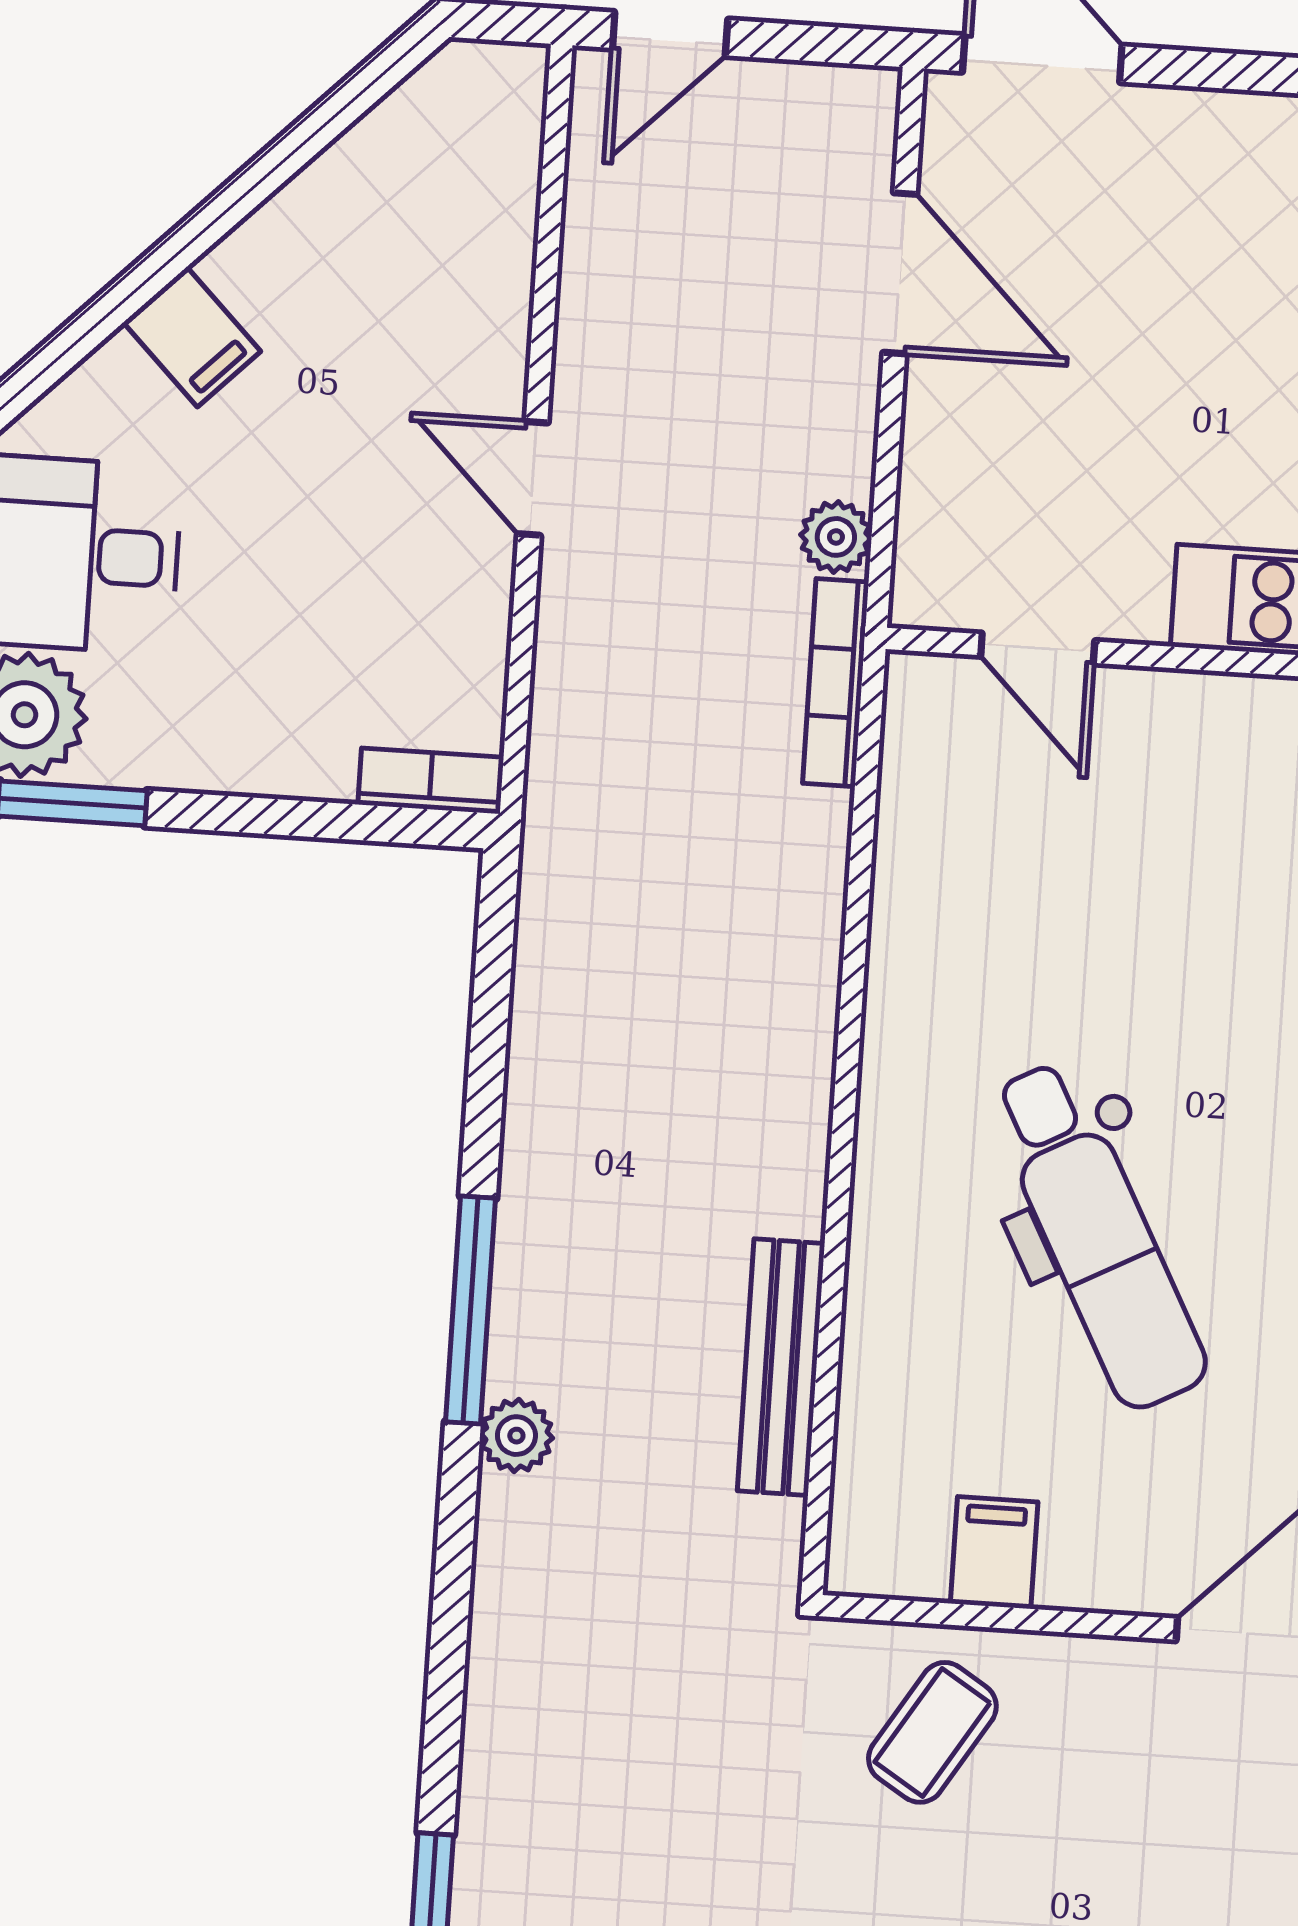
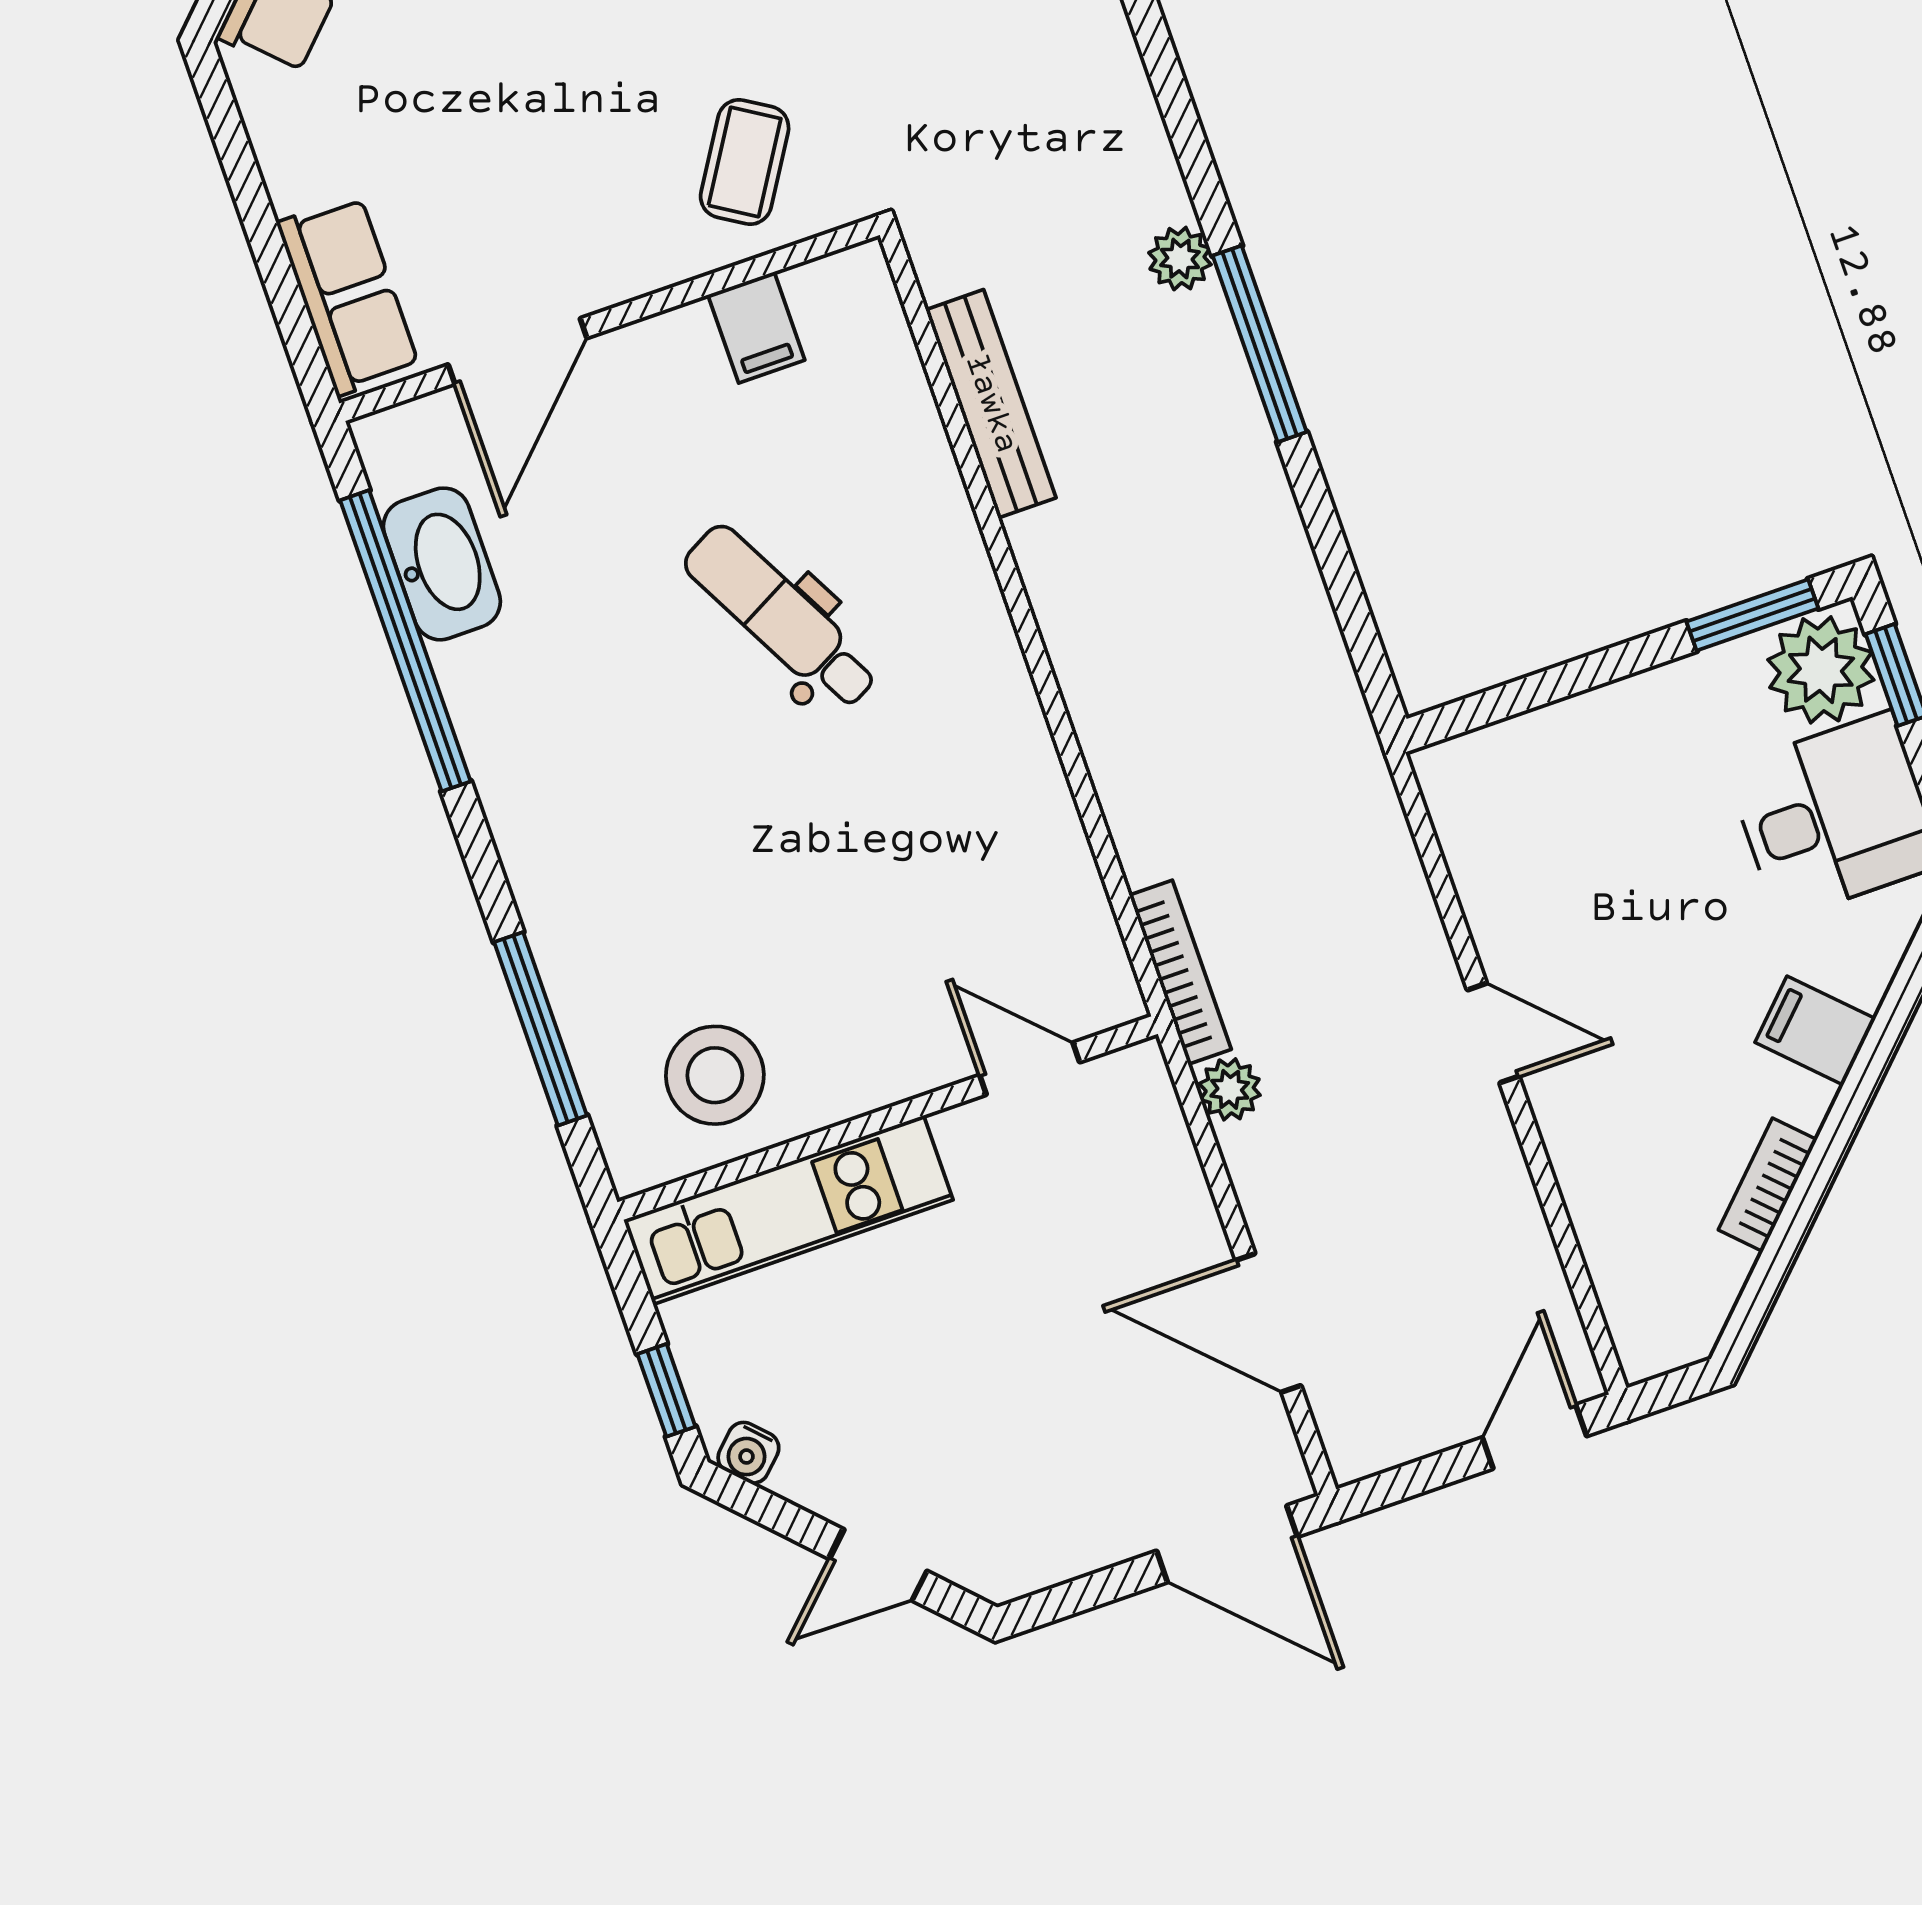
bookcase: (431, 781) -> (1768, 1185), moved, turned 135
dental chair: (1098, 1236) -> (781, 617), width x0.73, depth x0.72

